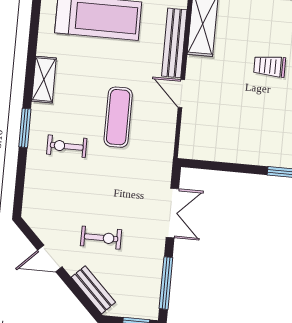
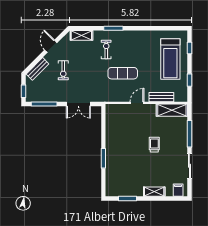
bench: (174, 43) -> (161, 97), width x0.73
shelving: (44, 80) -> (81, 35), moved

